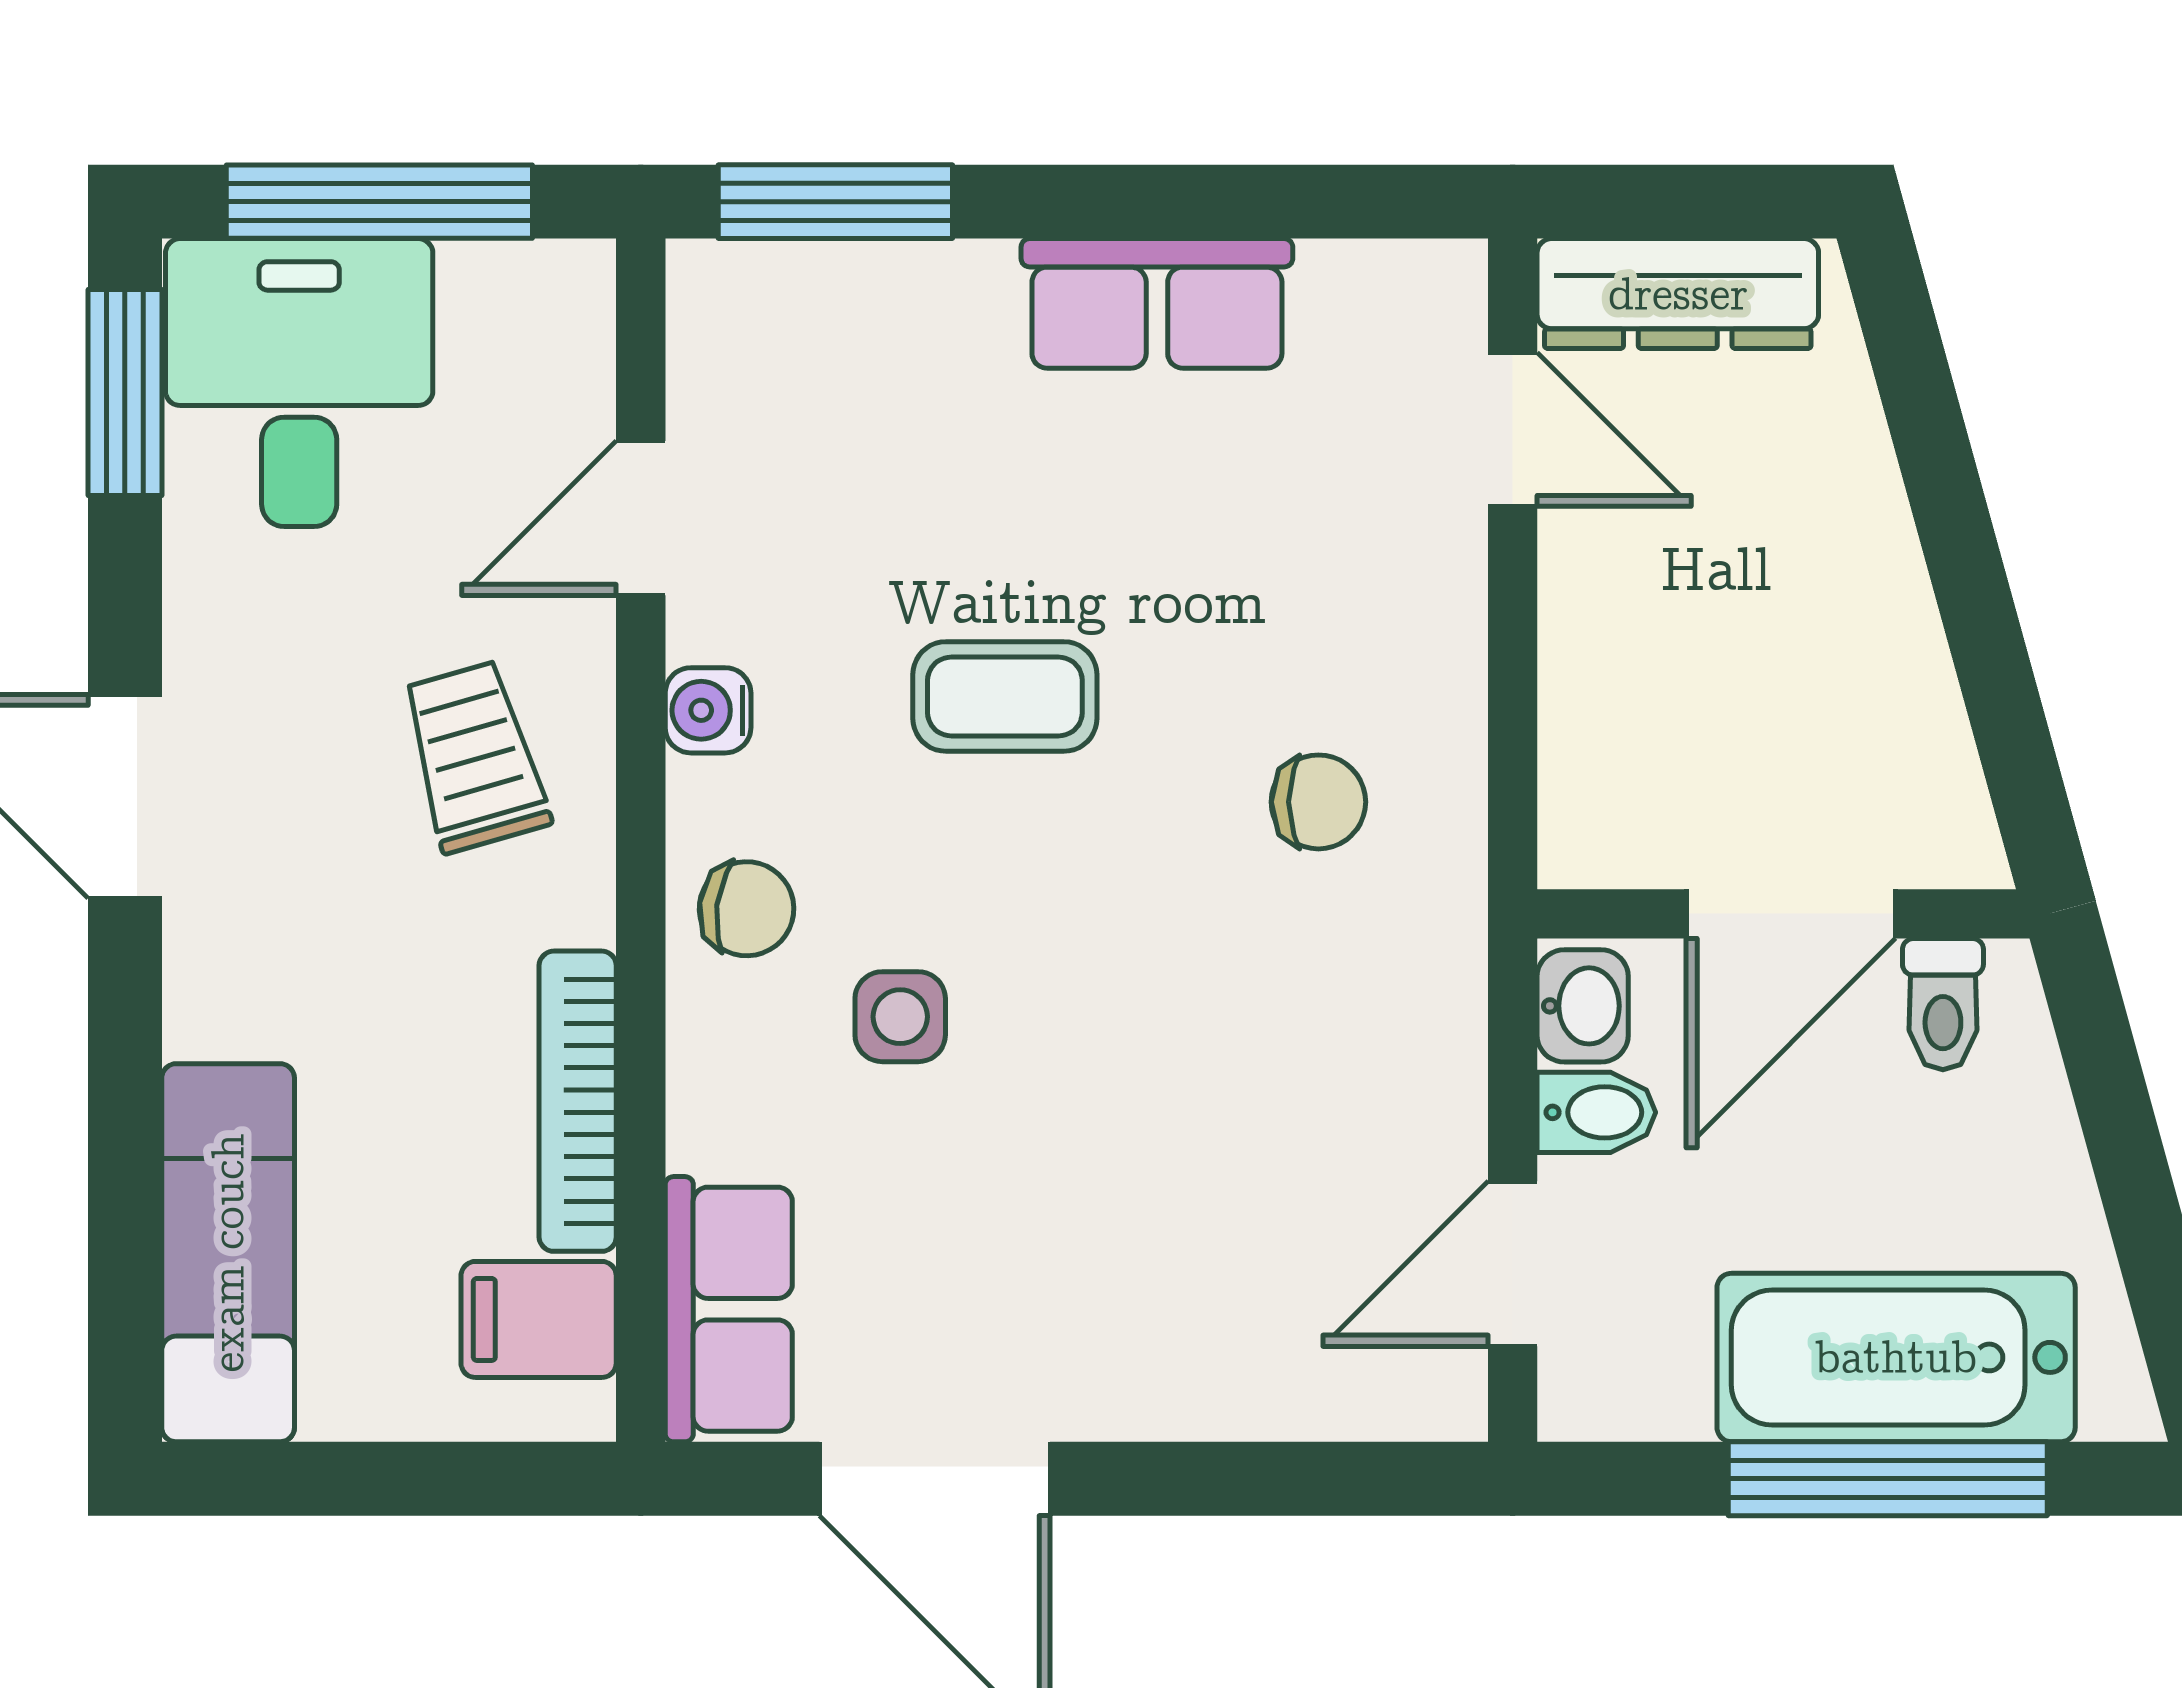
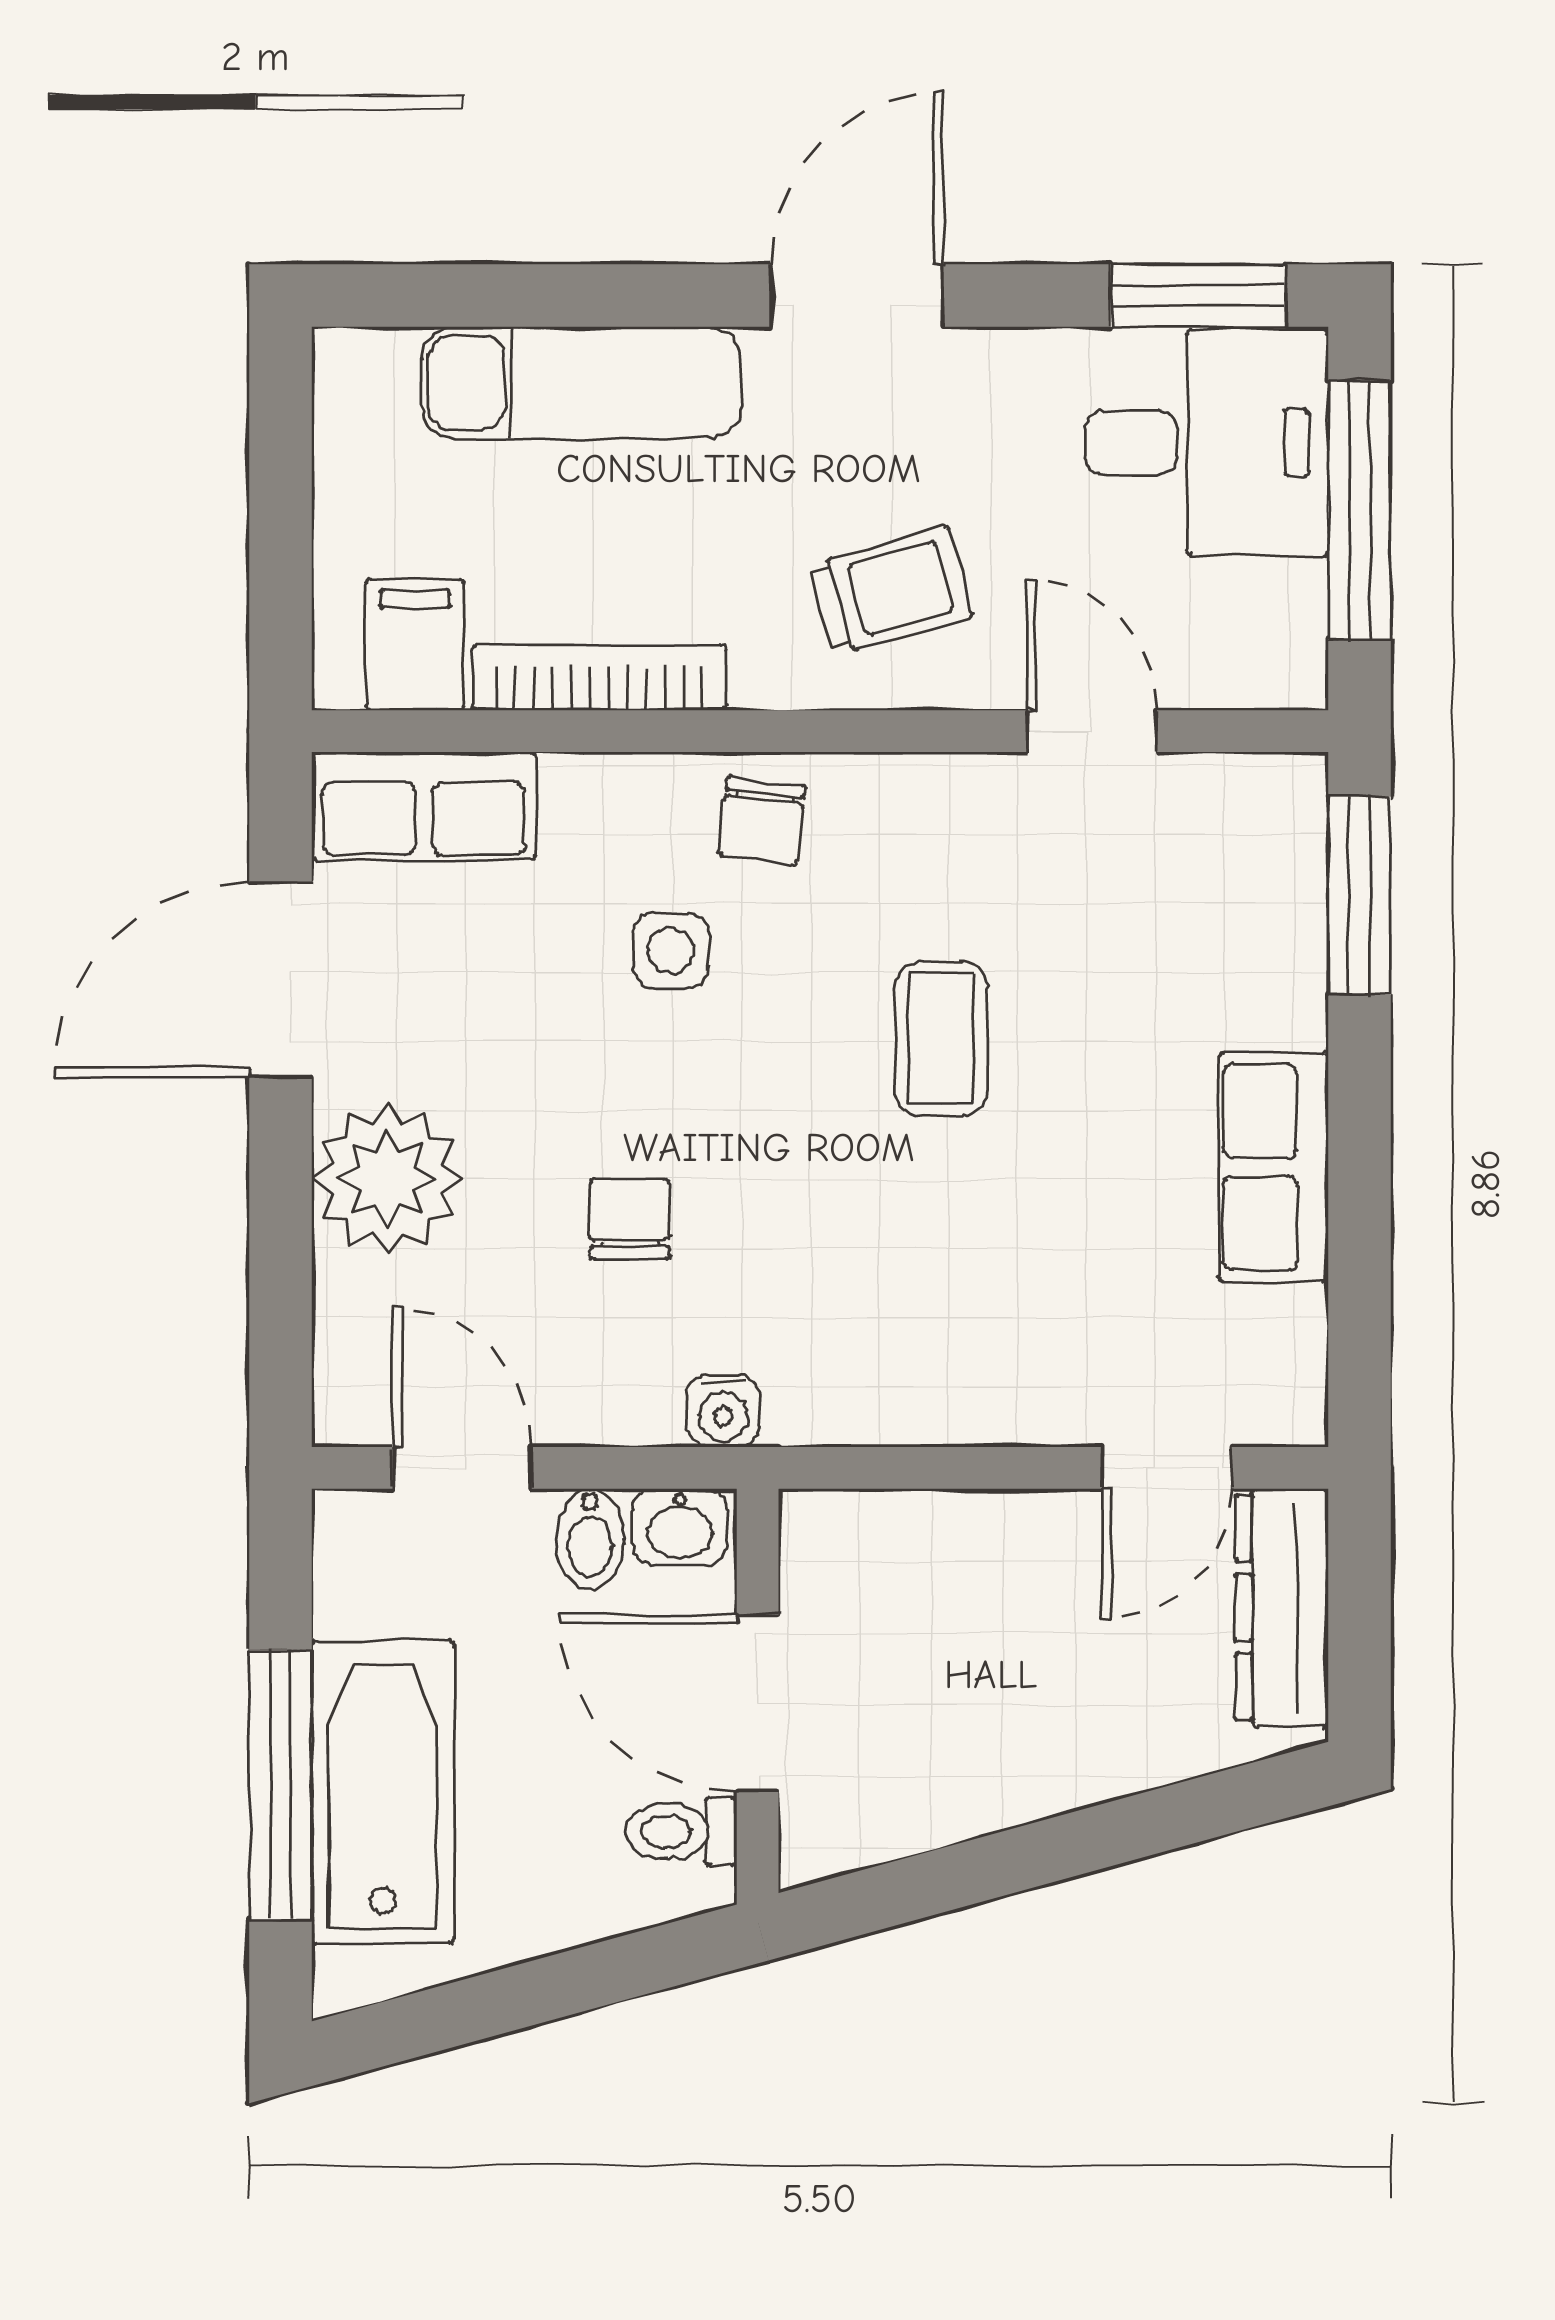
water cooler: (708, 710) -> (723, 1411), moved, turned 180
chair: (1318, 802) -> (630, 1219), moved, turned 180
exam couch: (228, 1253) -> (581, 383), moved
plant: (1171, 1352) -> (387, 1179), added

